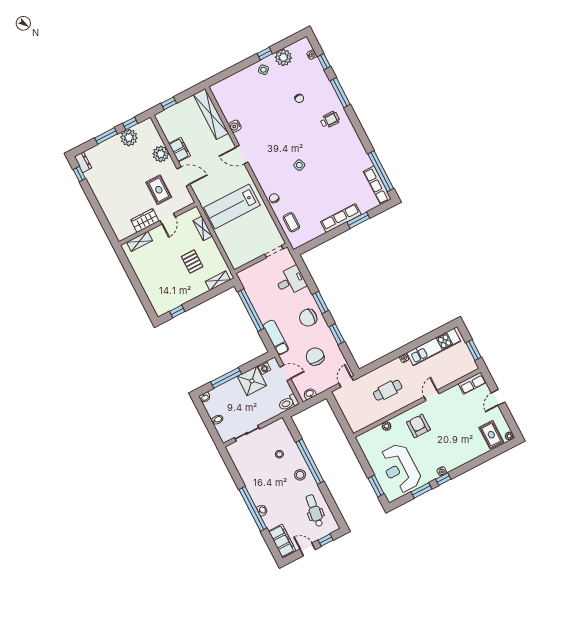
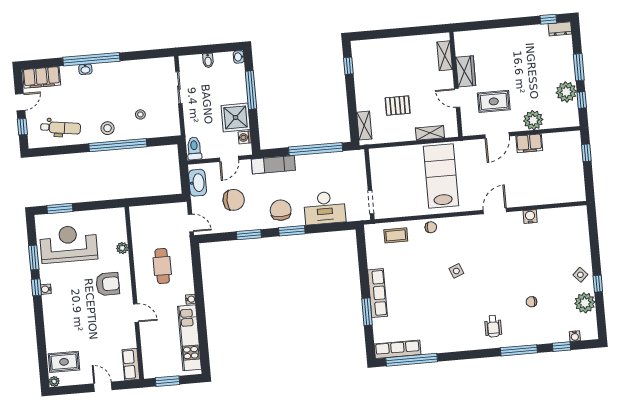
shelving: (211, 114) -> (555, 195), removed
desk: (291, 281) -> (325, 208), width x1.37
washbasin: (310, 394) -> (197, 183), width x1.91, depth x1.45

